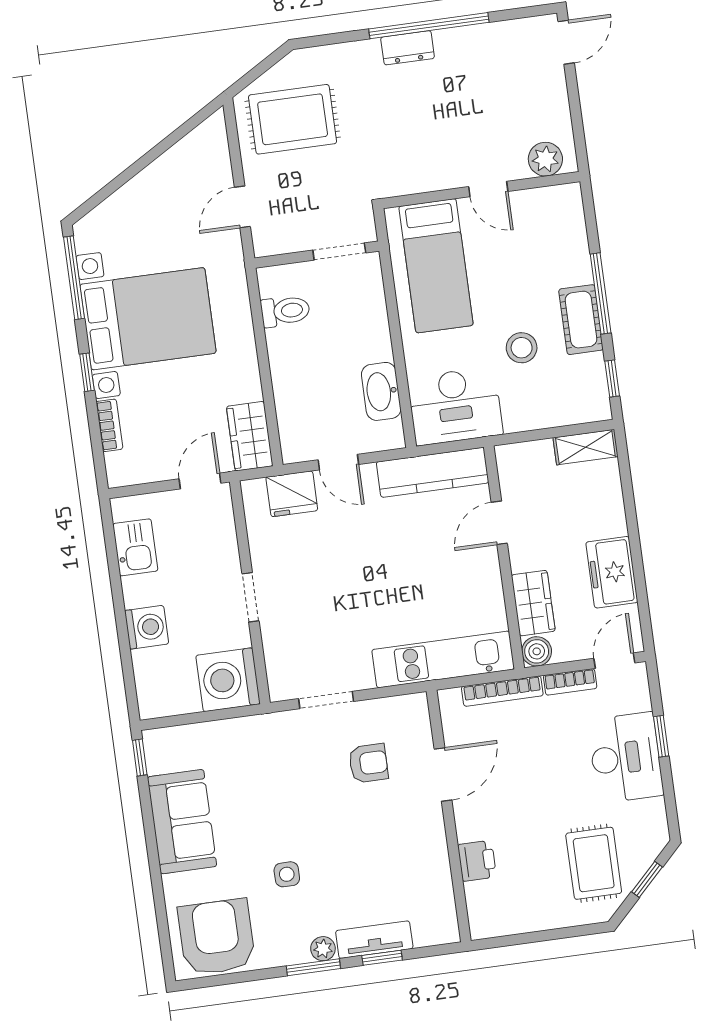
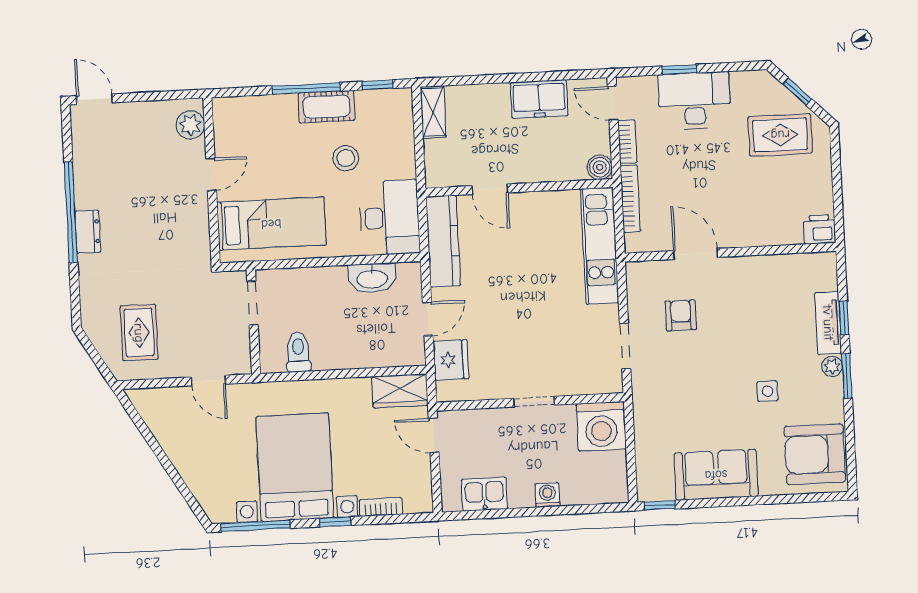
rug: (293, 119) -> (139, 333), width x0.73, depth x0.70
wardrobe: (533, 603) -> (559, 167), removed
washing machine: (147, 627) -> (547, 495), width x0.73, depth x0.73
printer: (477, 861) -> (820, 229), moved

